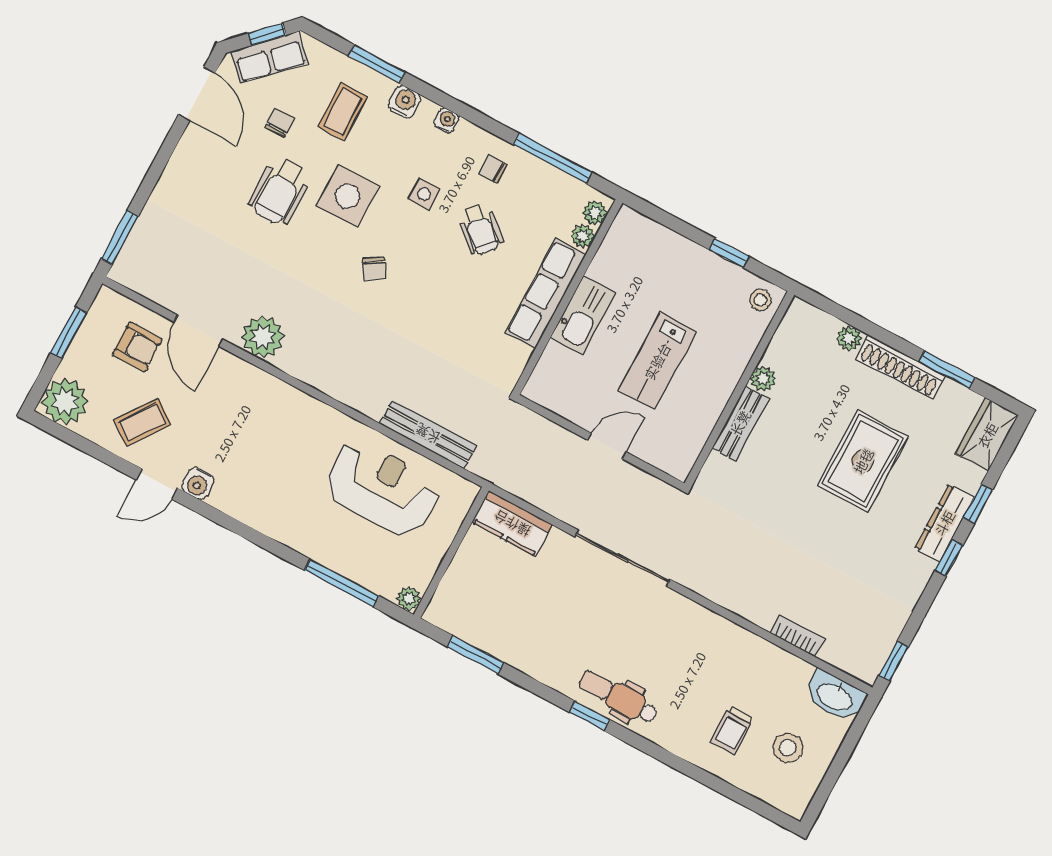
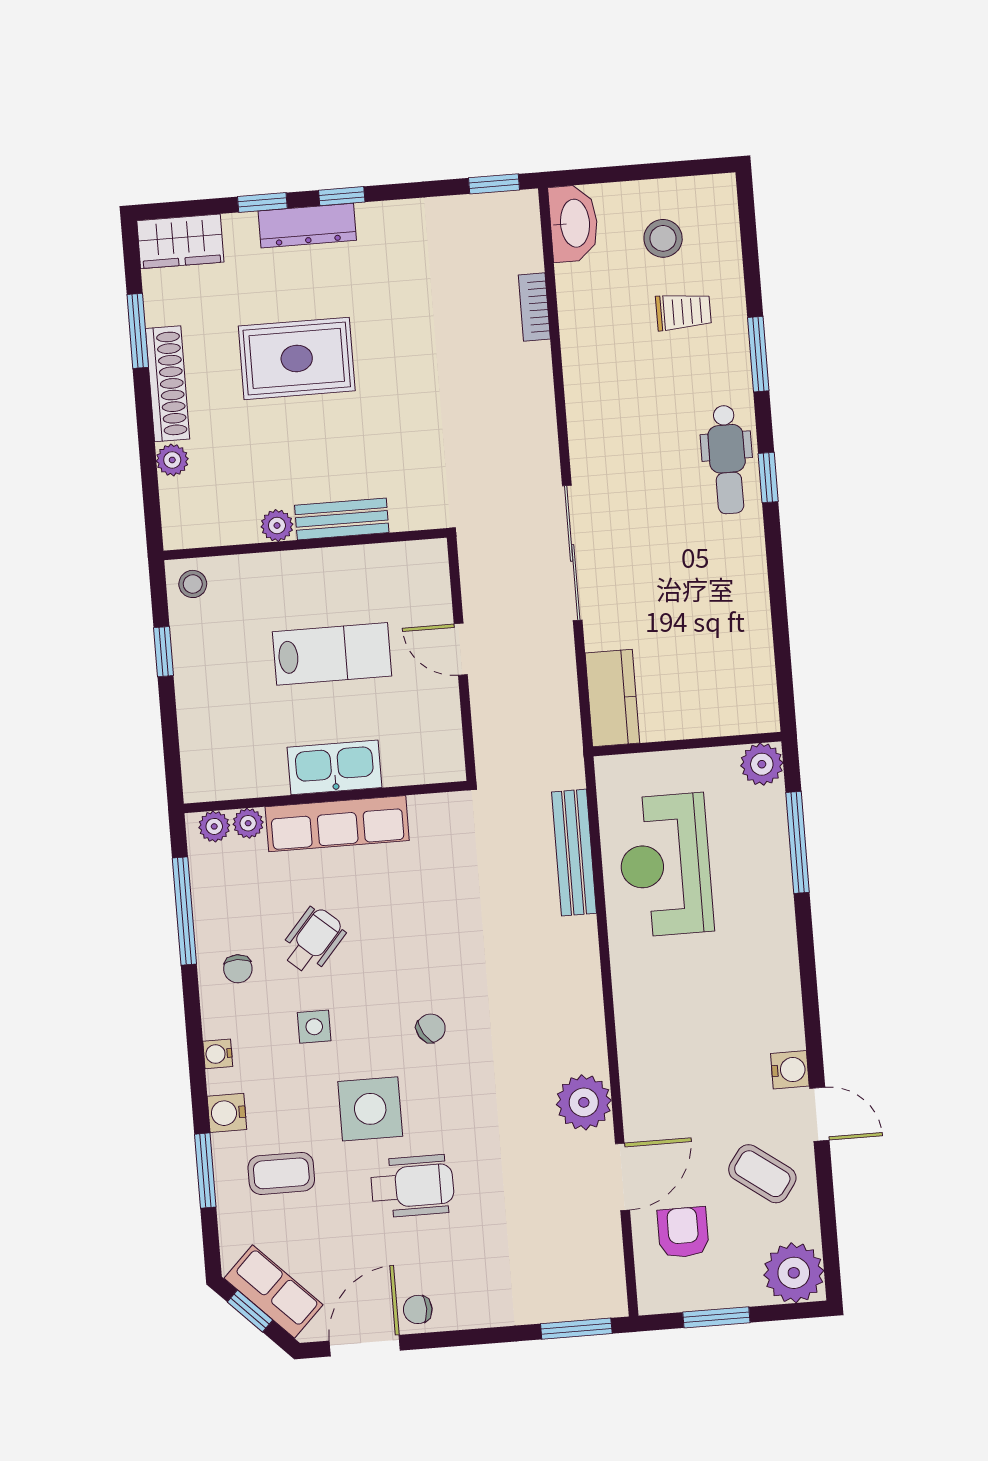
chair: (280, 122) -> (418, 1309), moved
plant: (409, 599) -> (762, 764), width x1.38, depth x1.38
window: (476, 655) -> (758, 354), moved

